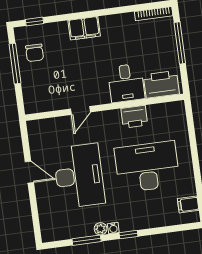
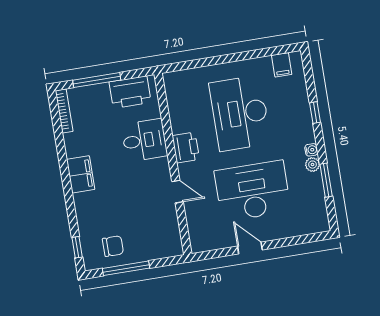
filing cabinet: (84, 28) -> (81, 174), moved
printer: (161, 84) -> (130, 92), moved, turned -90
printer: (134, 117) -> (186, 148), moved
door: (29, 172) -> (250, 248), hinge flipped
window: (128, 235) -> (315, 113), moved

